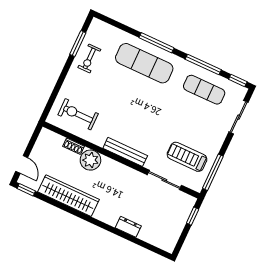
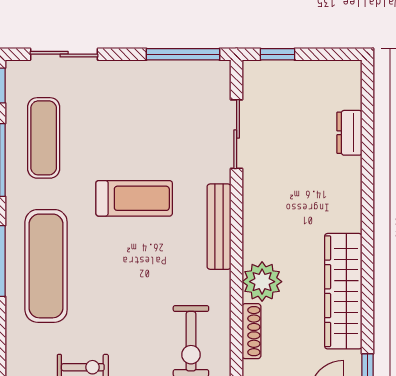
shoe rack: (74, 146) -> (251, 331), width x1.43
treadmill: (187, 157) -> (134, 198), moved, turned -90
dresser: (128, 227) -> (349, 133), moved

